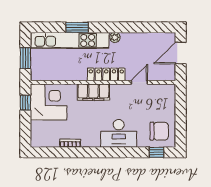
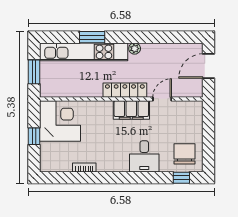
filing cabinet: (93, 92) -> (131, 110), moved
window: (25, 103) -> (34, 136), moved
chair: (159, 131) -> (184, 154), turned -90
desk: (119, 133) -> (144, 156), width x0.73

